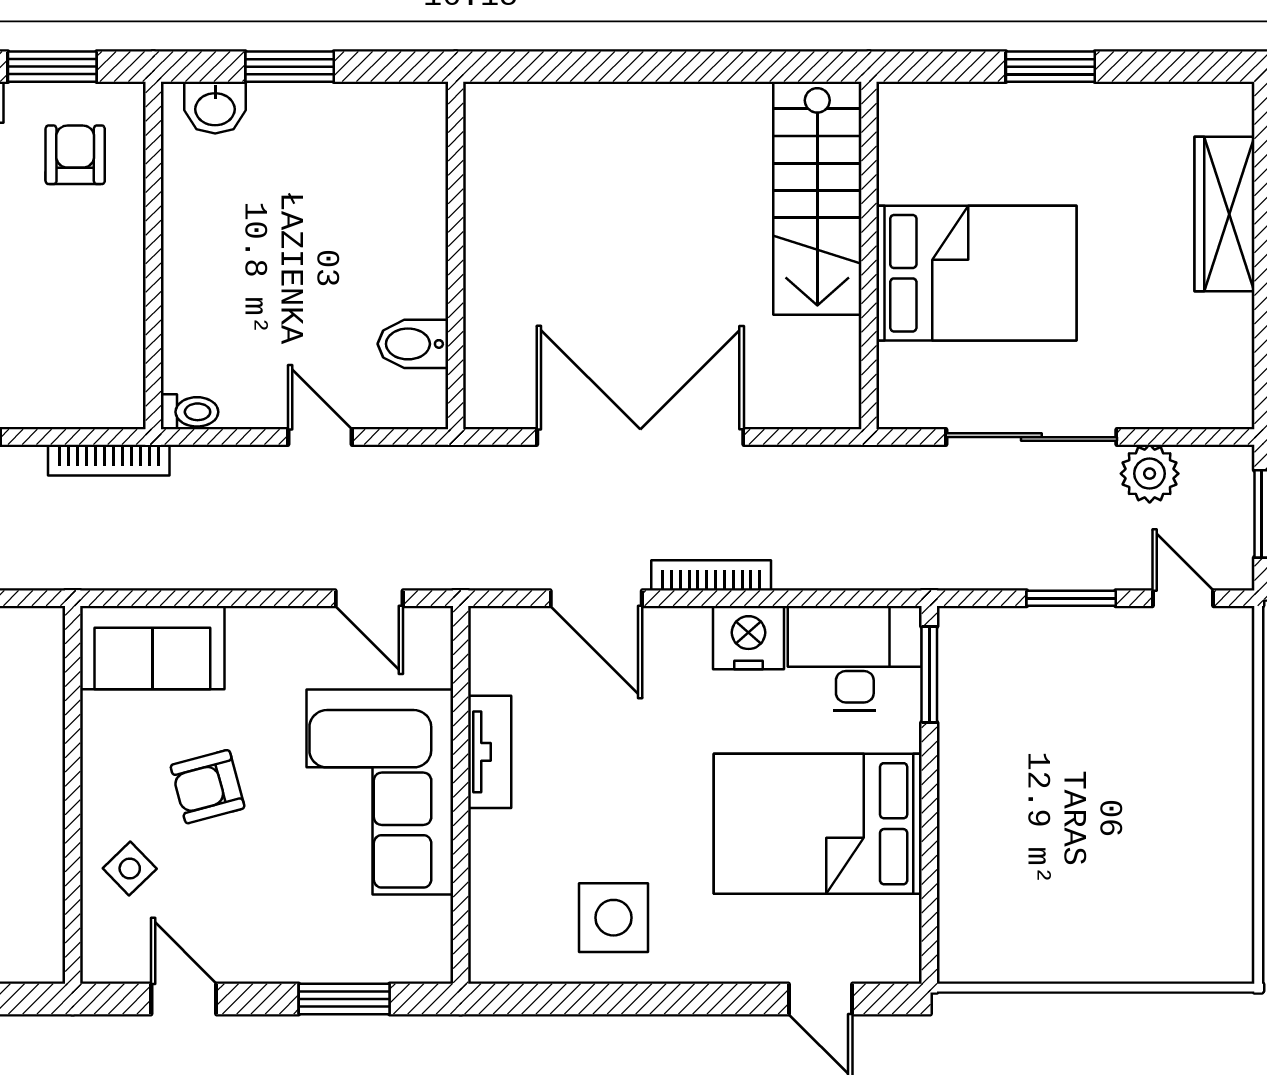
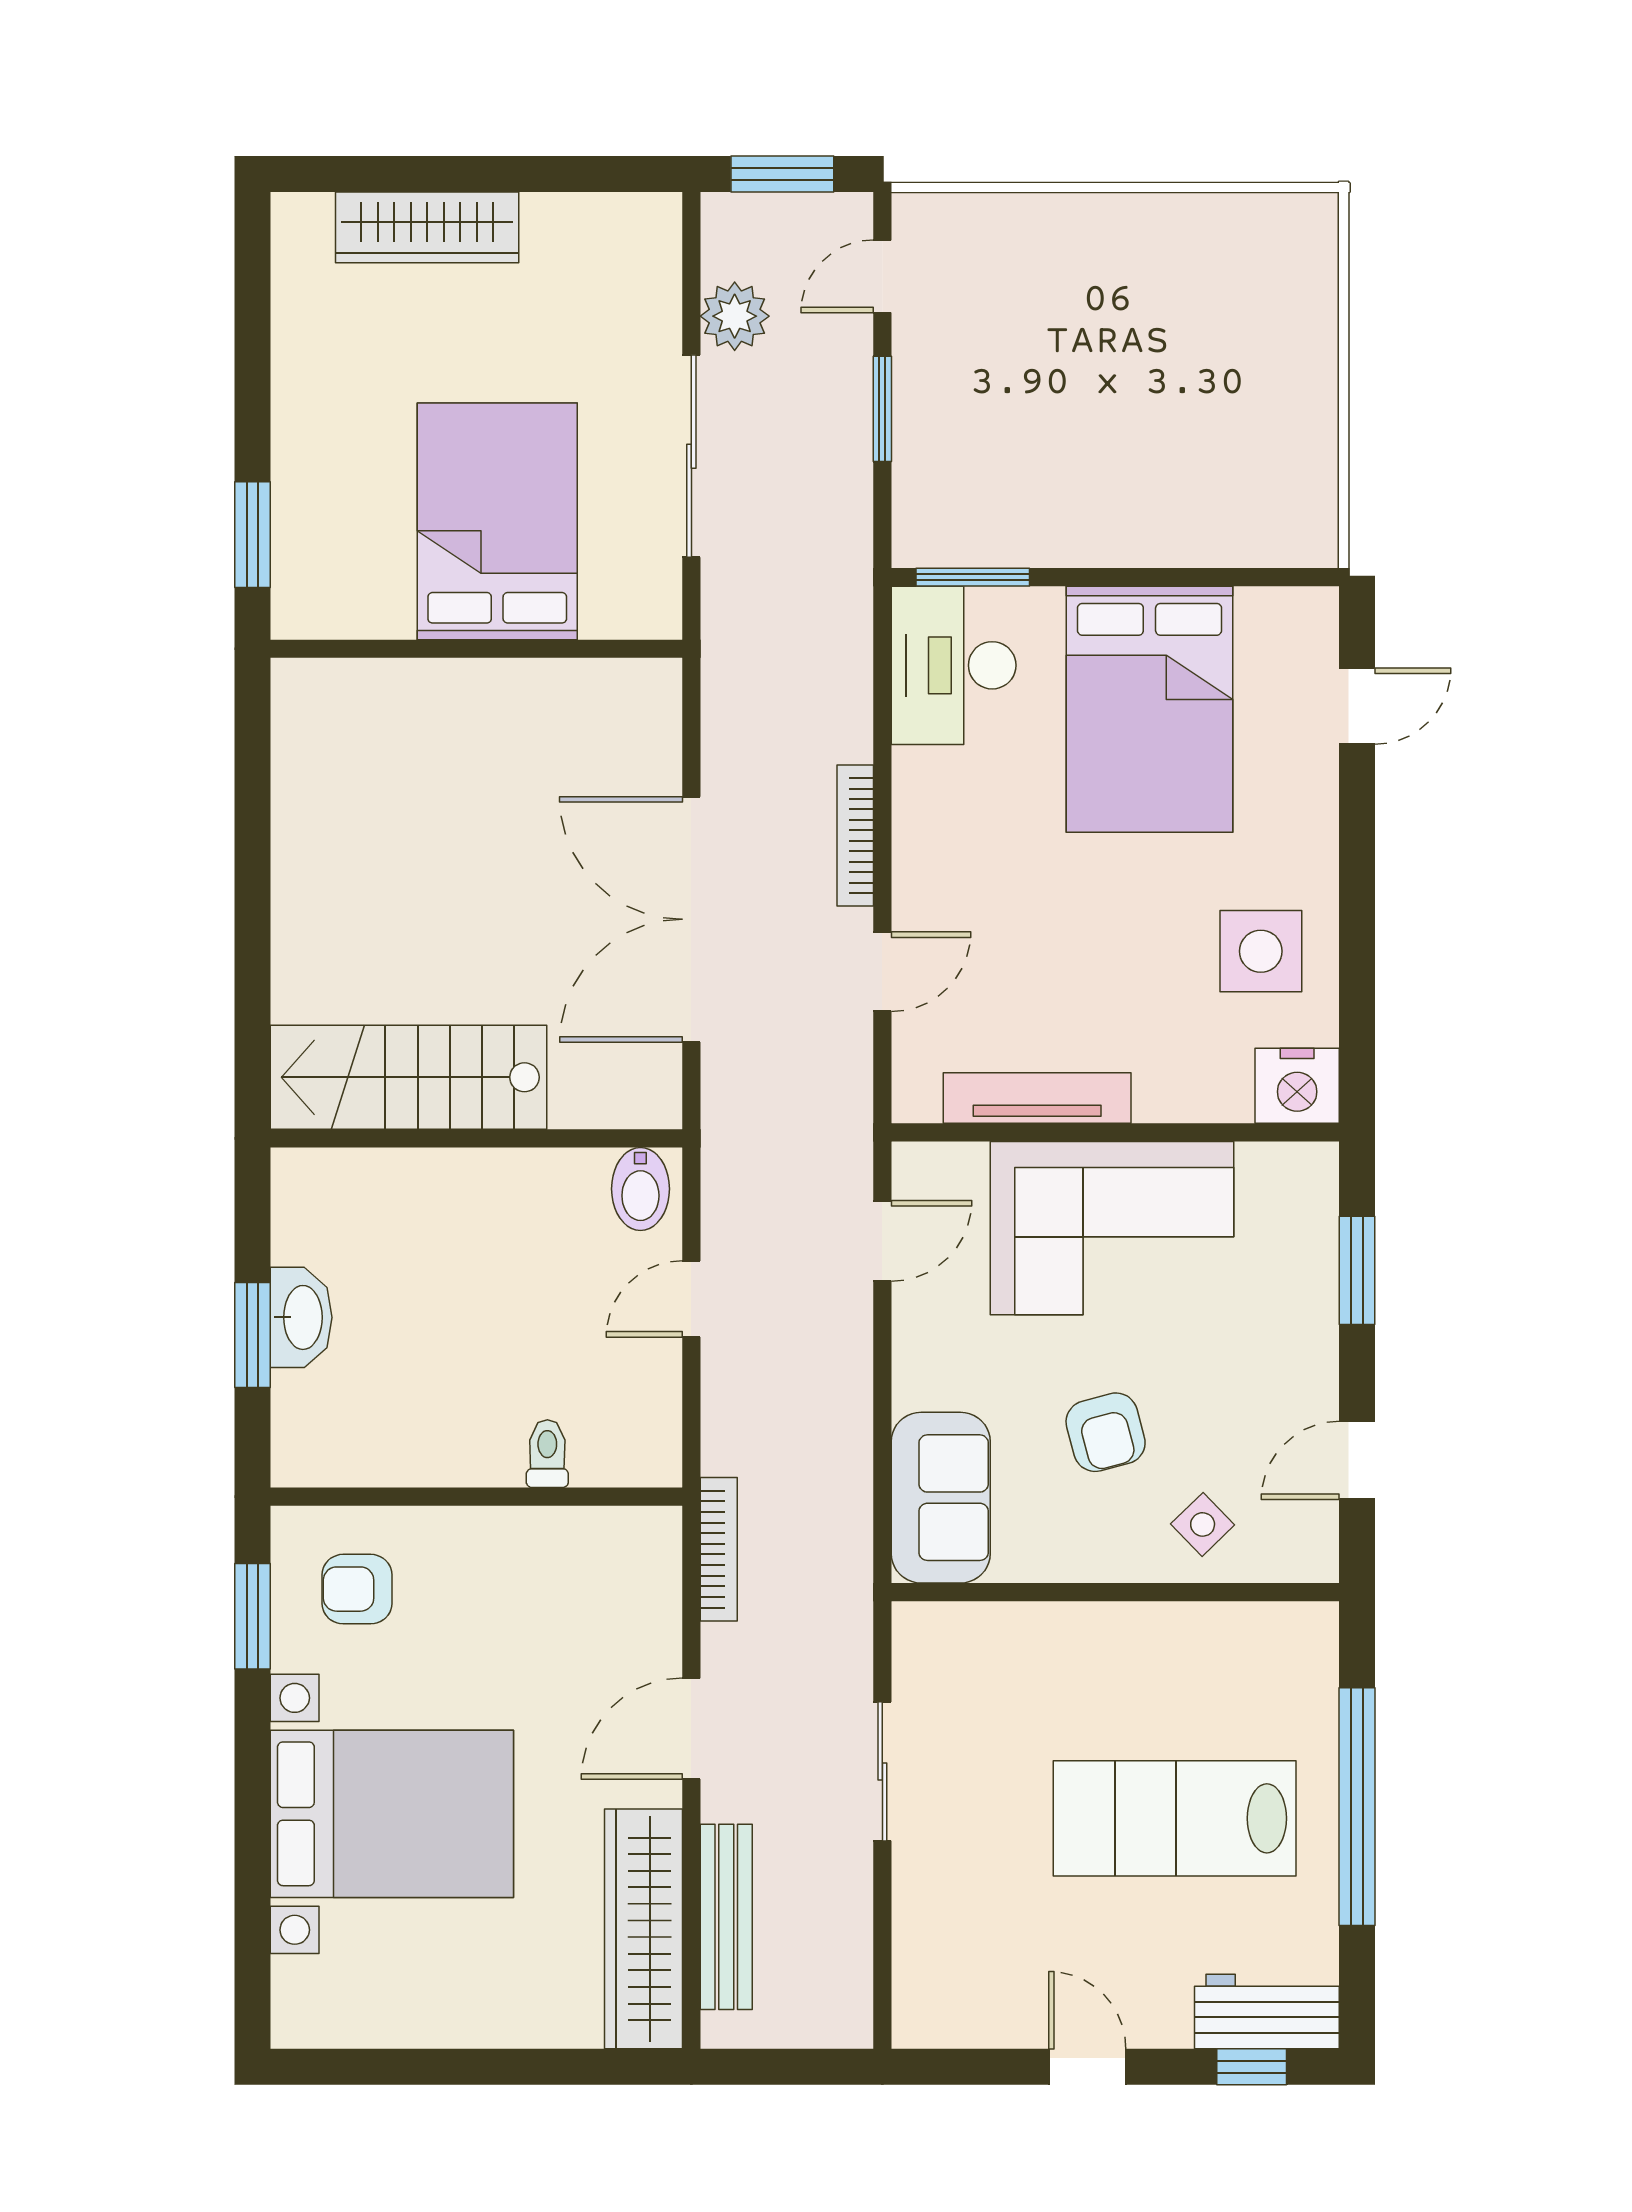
window: (1050, 67) -> (252, 535), moved
washbasin: (215, 108) -> (301, 1317), moved, width x1.38
stairs: (817, 198) -> (408, 1077), moved, turned 180
bidet: (413, 344) -> (640, 1189), moved
toilet: (189, 412) -> (547, 1454), moved
door: (596, 598) -> (882, 972), width x0.73
nightstand: (748, 638) -> (1297, 1086), moved, turned -90
tv unit: (490, 752) -> (1037, 1098), width x1.41

